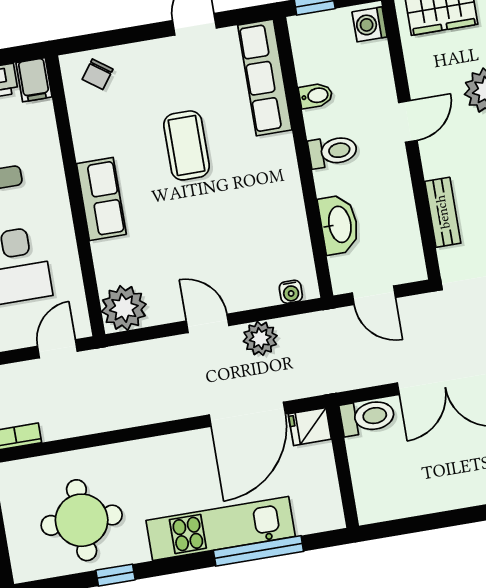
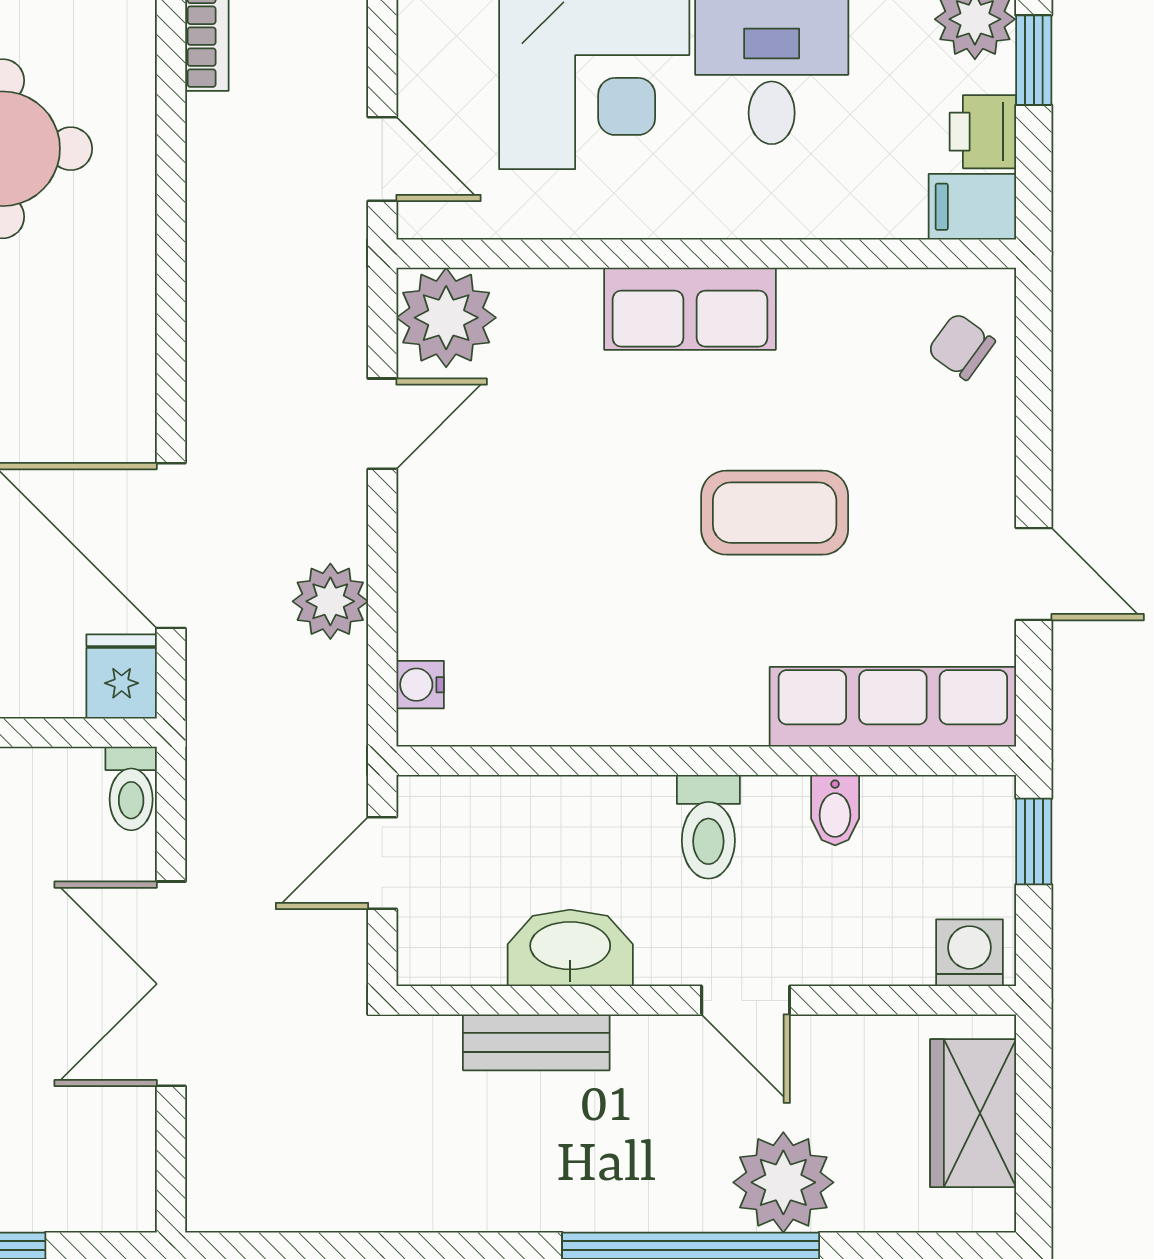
washbasin: (339, 225) -> (570, 948), moved, turned 180
door: (208, 323) -> (382, 424), moved
toilet: (367, 417) -> (131, 789), width x0.73, depth x0.72

